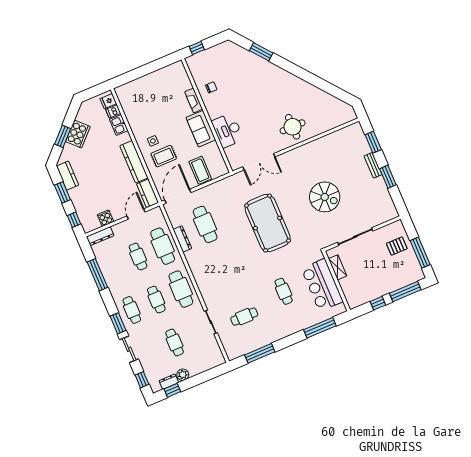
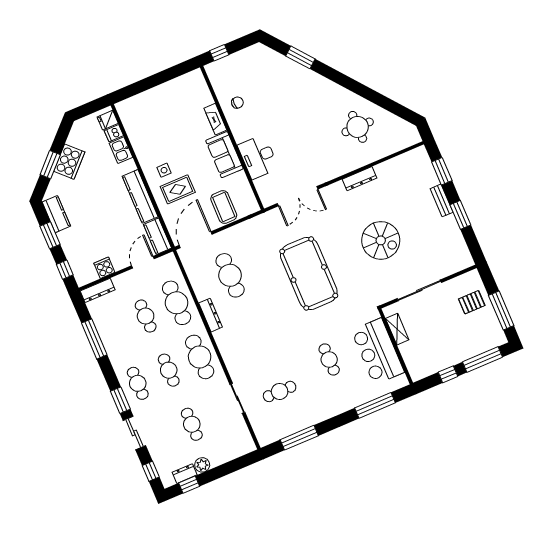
round table: (293, 127) -> (358, 127), moved
dresser: (308, 148) -> (360, 179), added
dresser: (182, 239) -> (211, 315), moved

